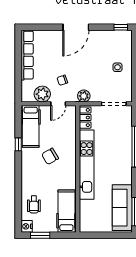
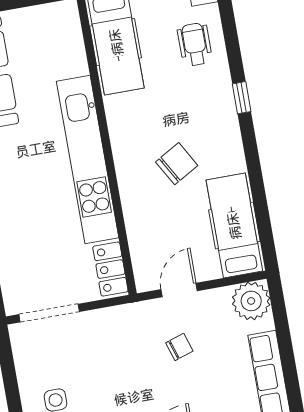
plant: (42, 94) -> (251, 301), moved
plant: (84, 96) -> (123, 319), removed
window: (18, 144) -> (242, 98), moved

